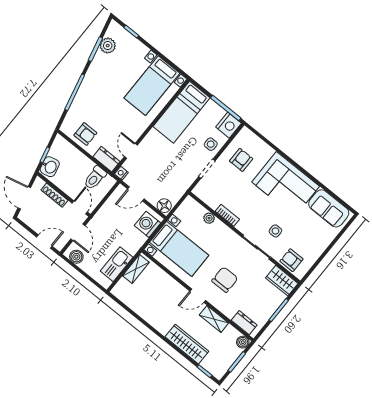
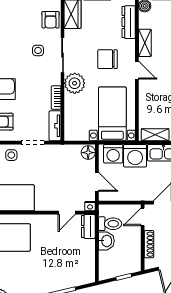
armchair: (85, 134) -> (82, 259), removed
washbasin: (50, 167) -> (106, 241), moved, turned 103
tv unit: (206, 197) -> (55, 126), added
plant: (209, 218) -> (75, 83), moved, width x1.87, depth x1.87
washing machine: (132, 240) -> (135, 156), added
dresser: (244, 323) -> (129, 22), width x1.44

